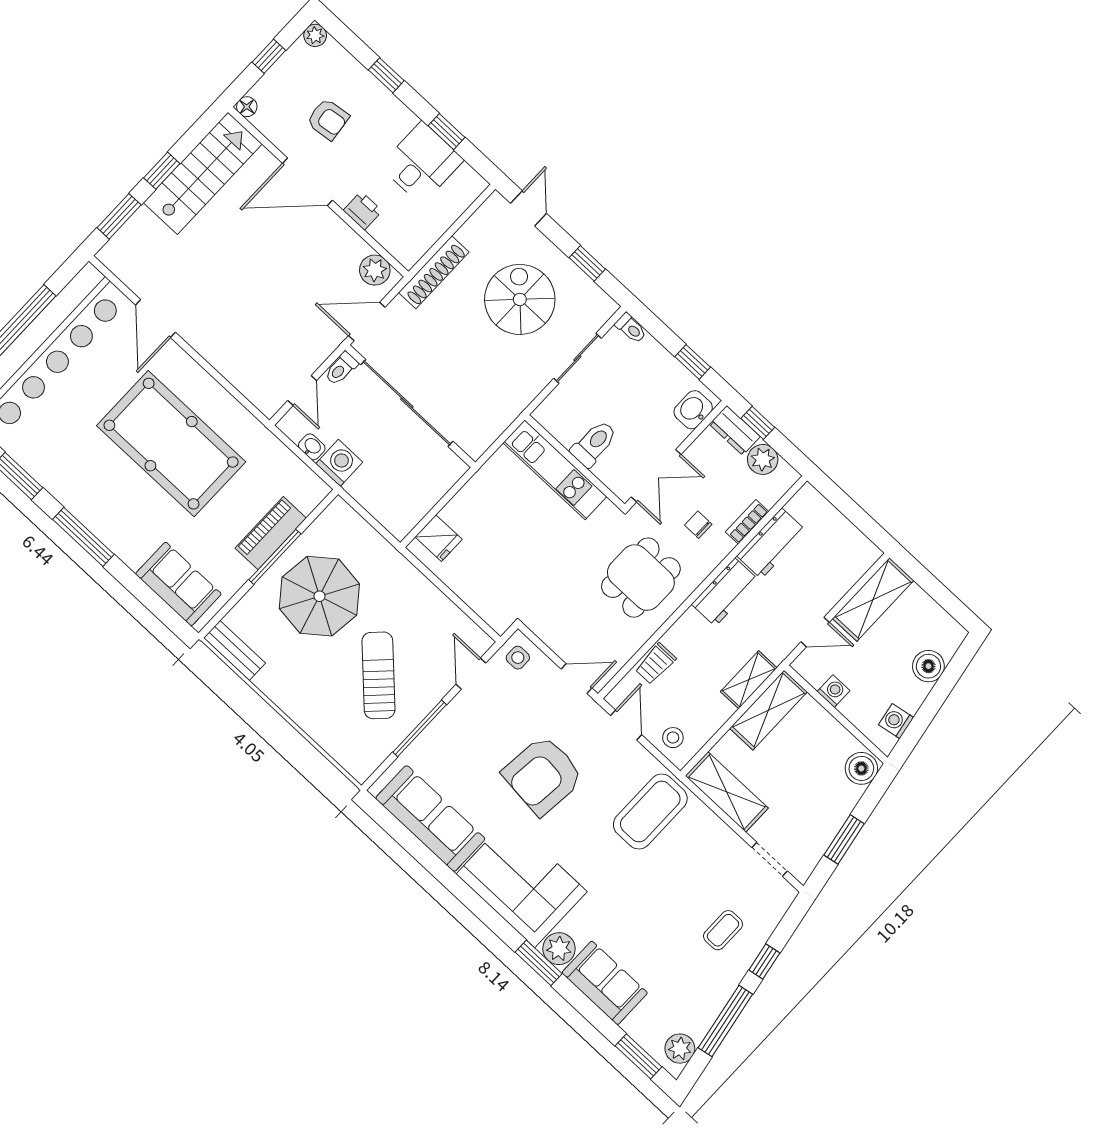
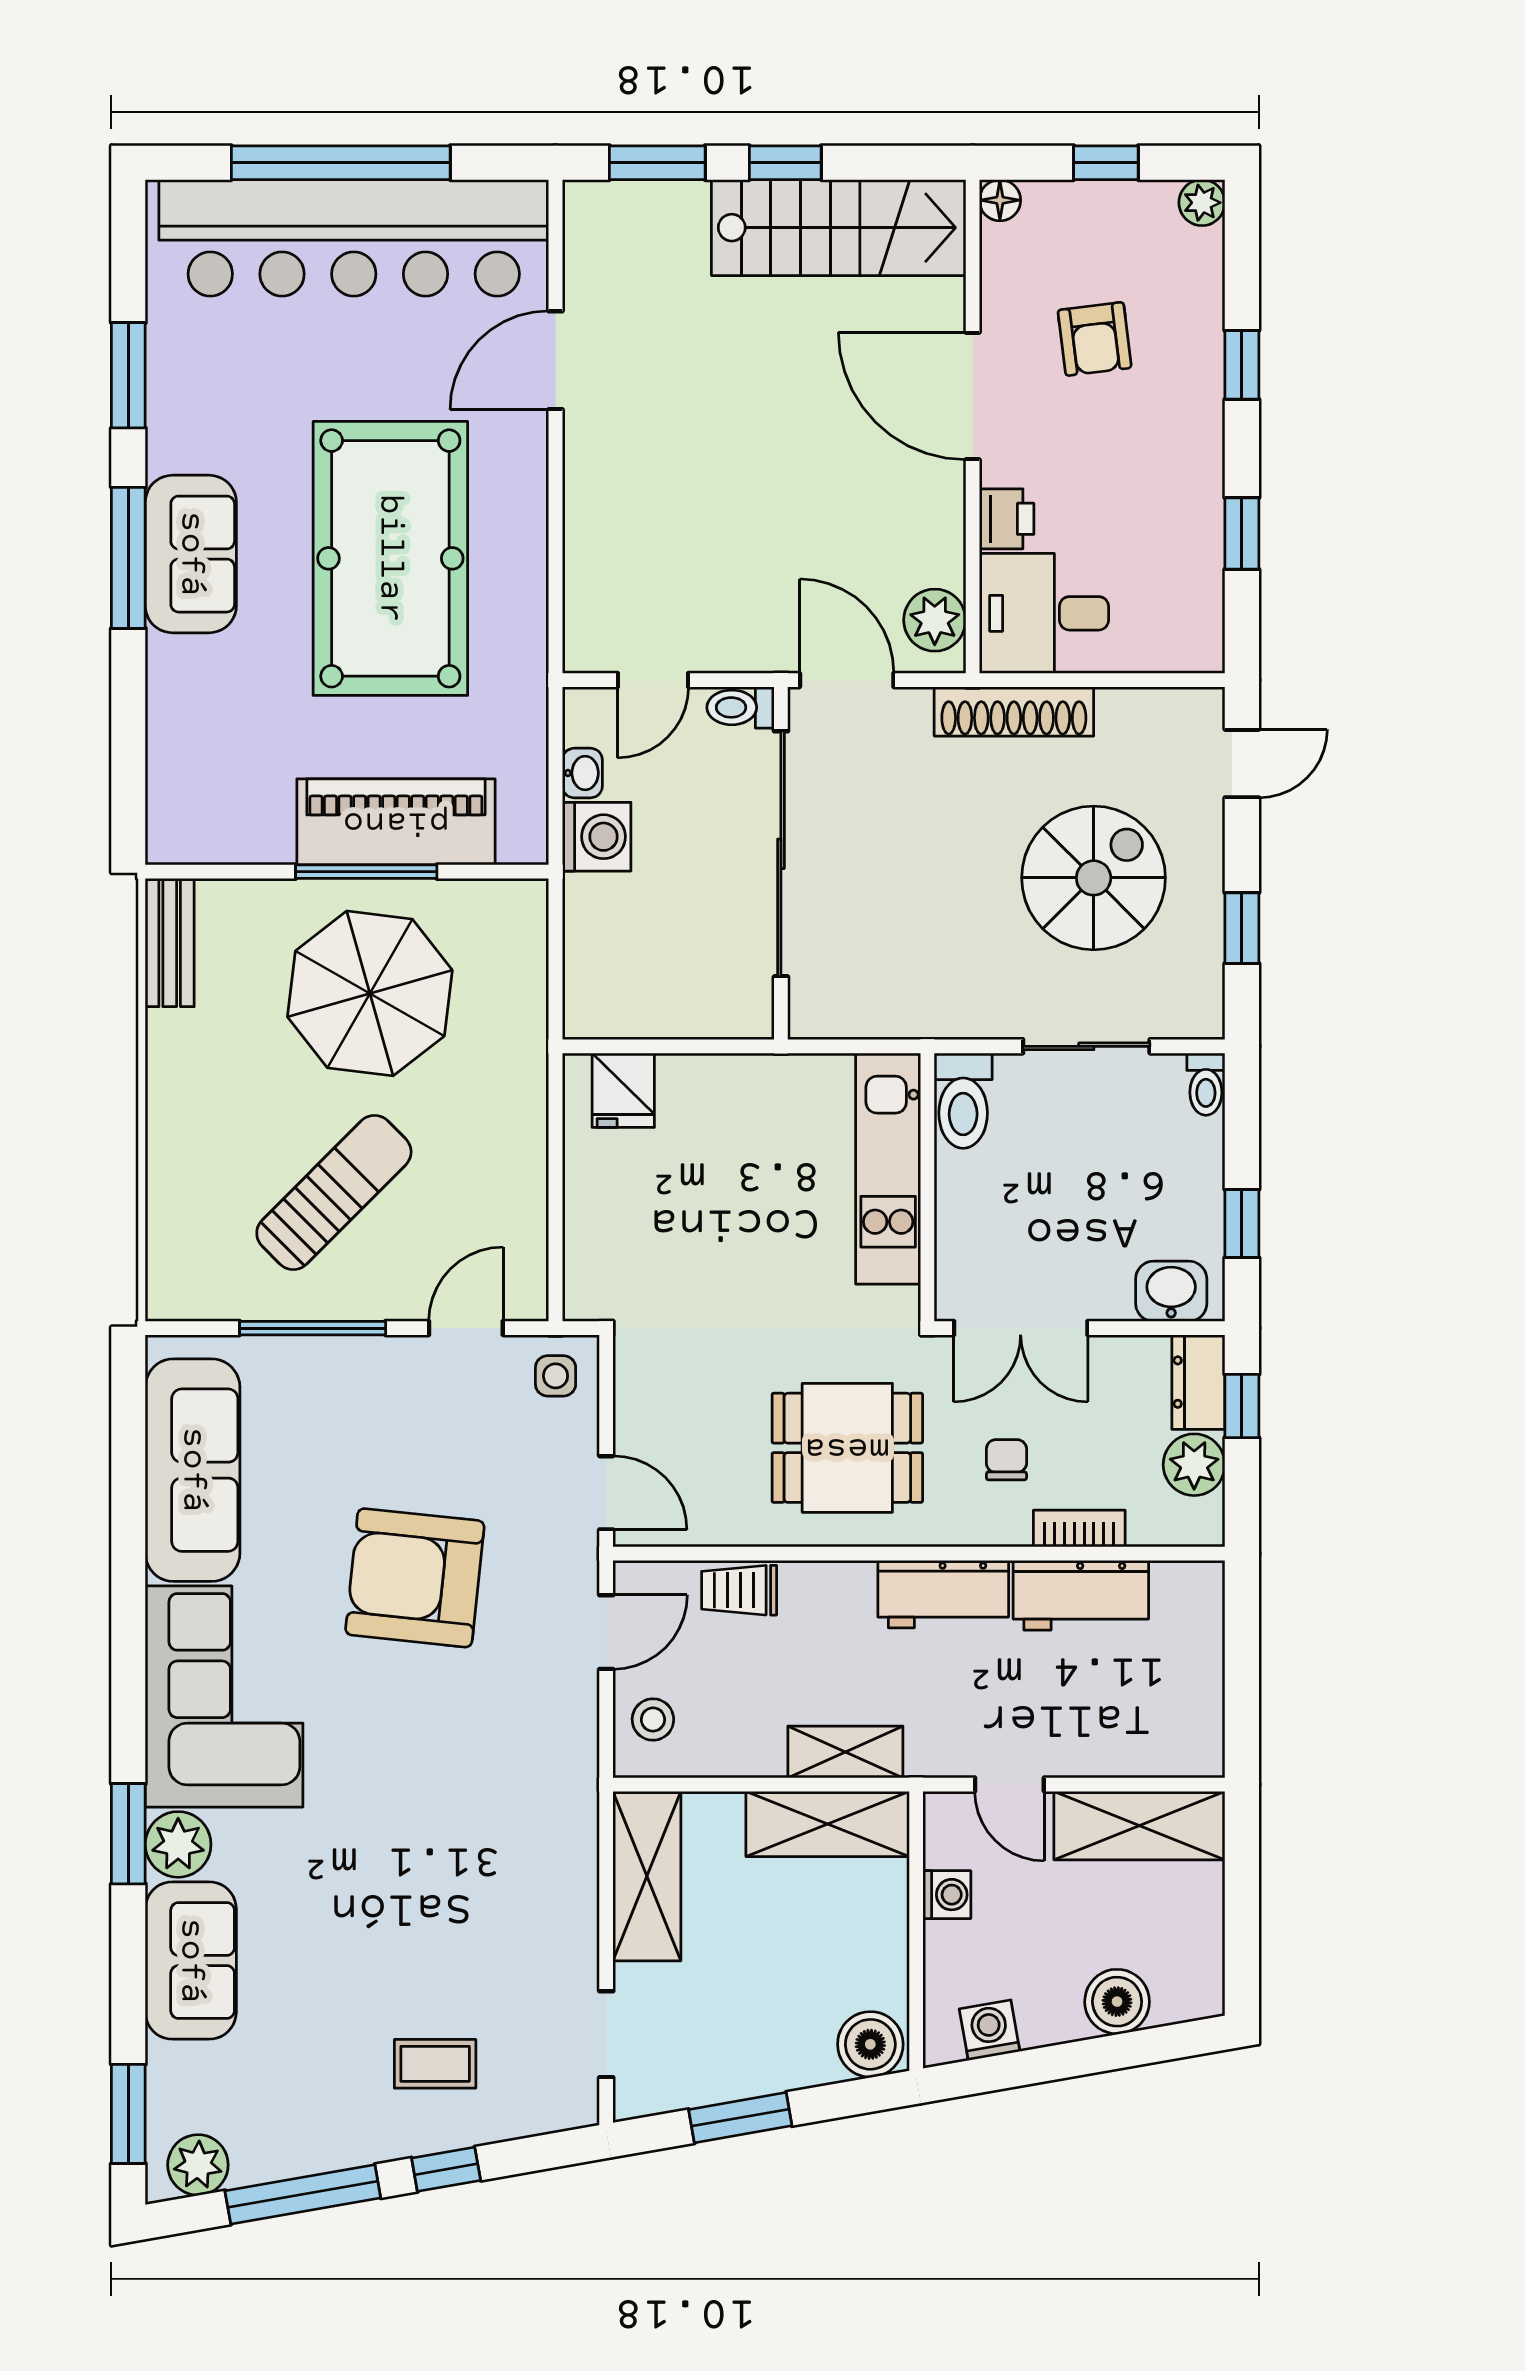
desk: (422, 163) -> (1044, 613), moved, turned 180
toilet: (594, 444) -> (963, 1101), moved, turned 90
piano: (271, 533) -> (396, 822), width x1.37, depth x1.33
sofa: (178, 584) -> (191, 554), moved
coffee table: (650, 812) -> (511, 1789), removed

